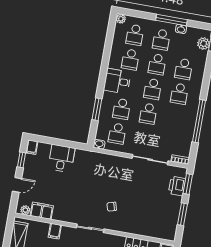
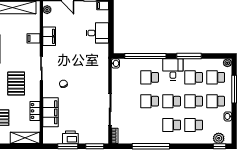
window: (172, 20) -> (234, 89), moved
window: (106, 60) -> (189, 56), added
window: (97, 109) -> (145, 56), width x2.11
school desk: (117, 134) -> (128, 77), removed
printer: (177, 186) -> (70, 137), moved
filing cabinet: (42, 211) -> (49, 36), moved
filing cabinet: (141, 227) -> (50, 112), added

